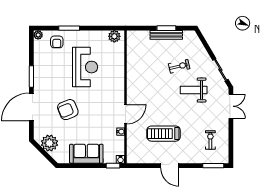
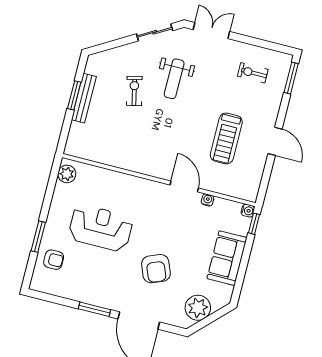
plant: (38, 35) -> (37, 284), removed
door: (170, 166) -> (275, 141), hinge flipped

